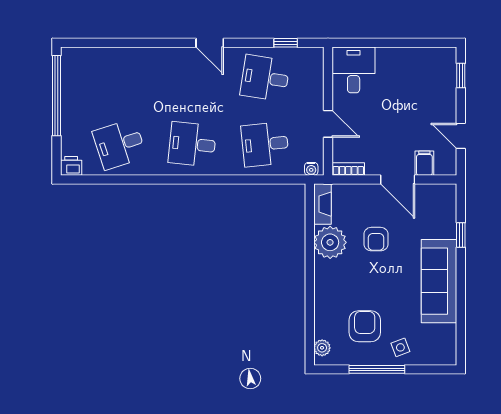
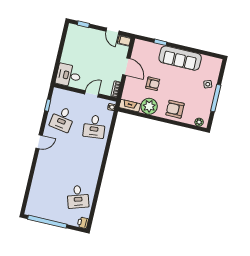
door: (461, 136) -> (112, 31), hinge flipped
desk: (192, 144) -> (86, 162), removed
filing cabinet: (424, 163) -> (124, 41), moved
door: (398, 180) -> (126, 67), hinge flipped
armchair: (365, 326) -> (175, 109), moved

